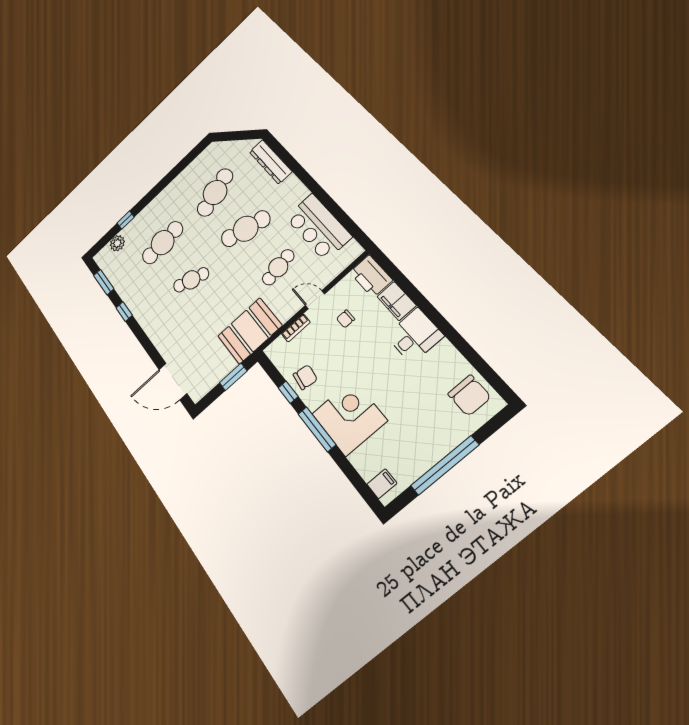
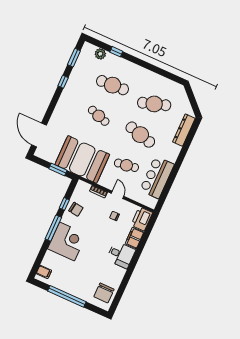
booth: (250, 331) -> (82, 159), width x1.36, depth x1.42

